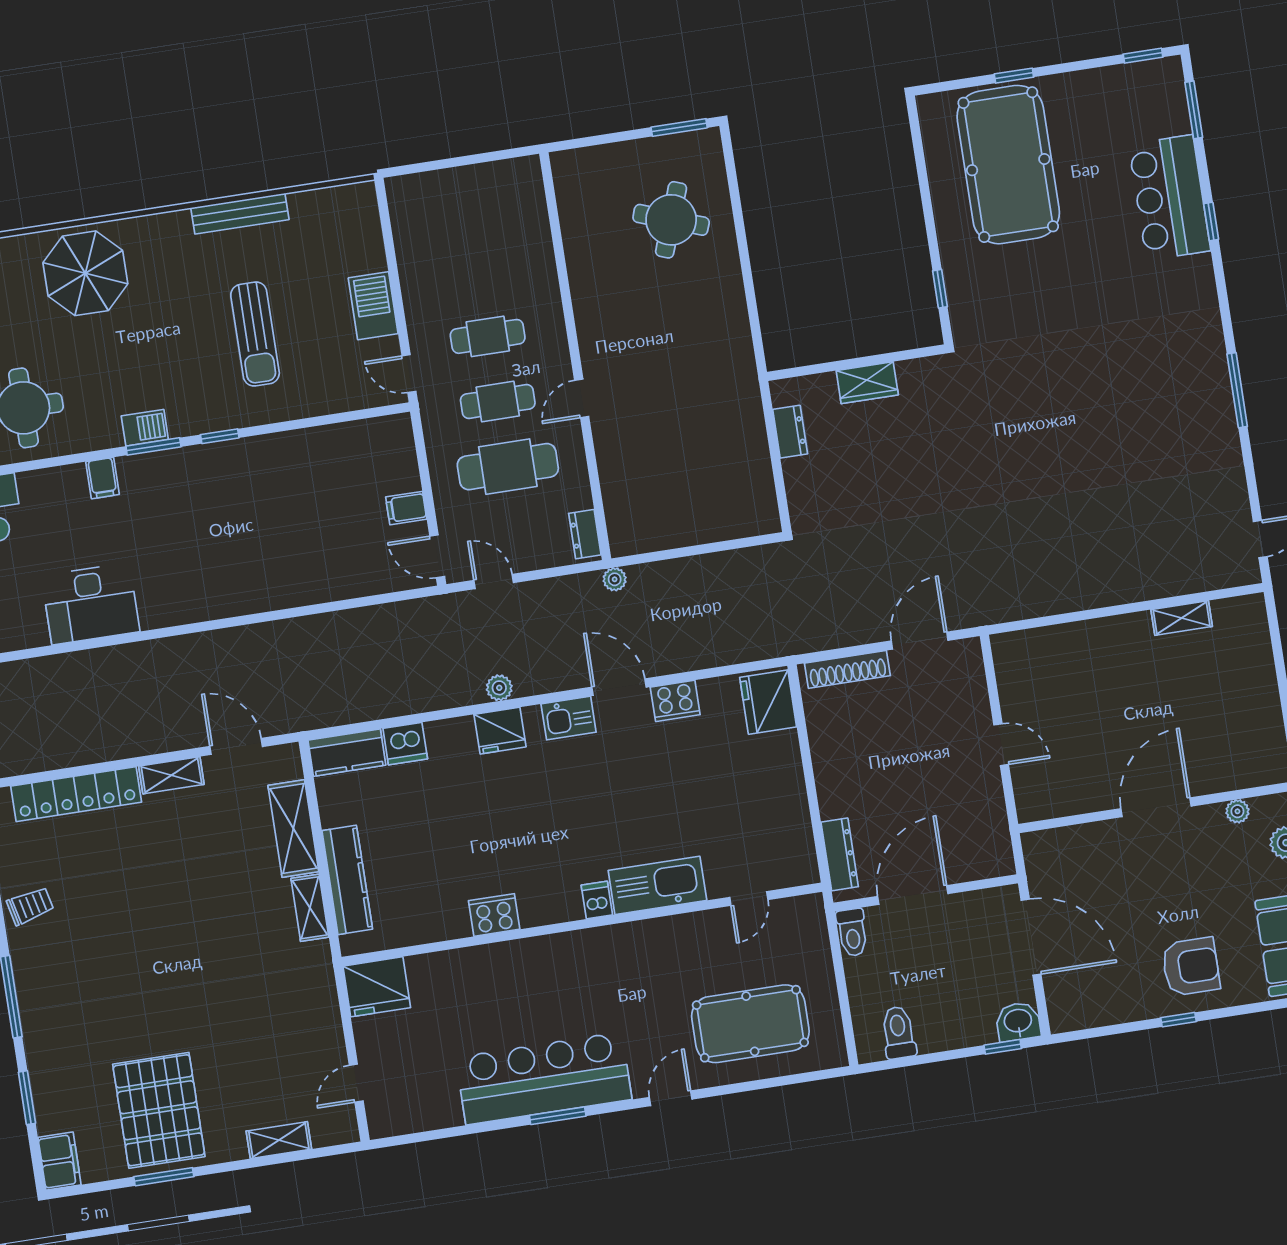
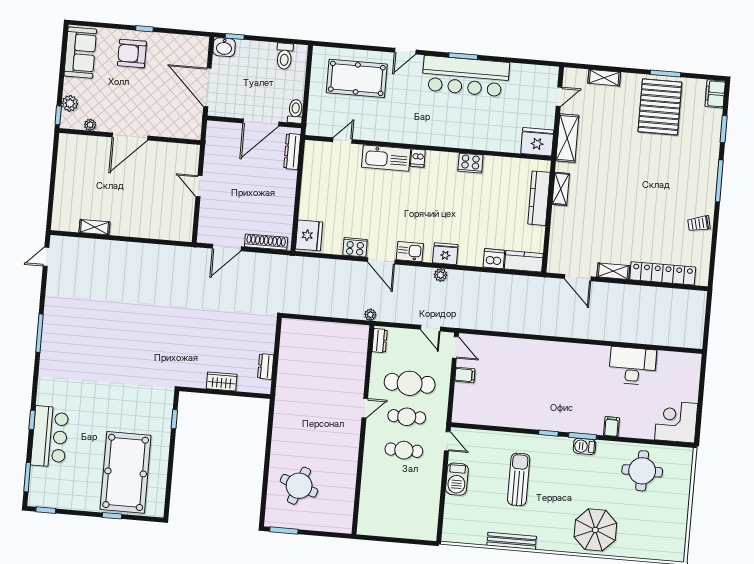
shelving: (293, 829) -> (567, 138), moved

